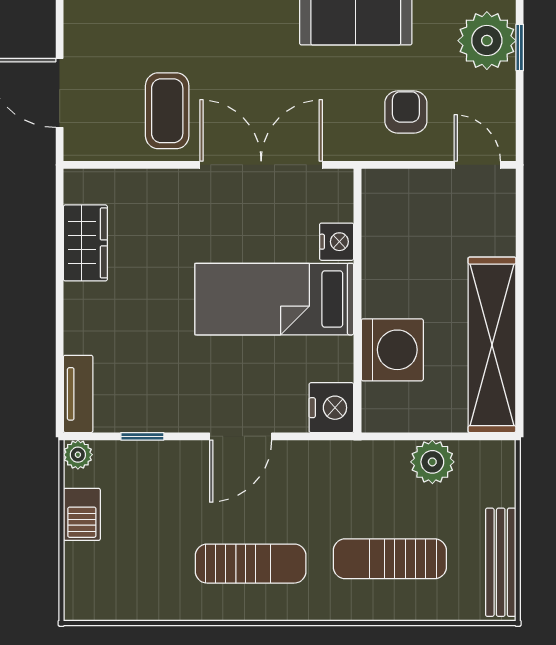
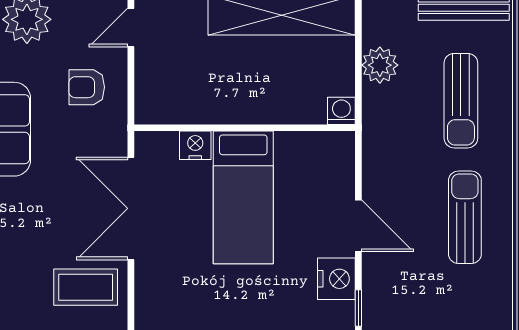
washing machine: (392, 350) -> (341, 111), moved, width x0.53, depth x0.53
nightstand: (331, 408) -> (336, 279), moved, turned 90

